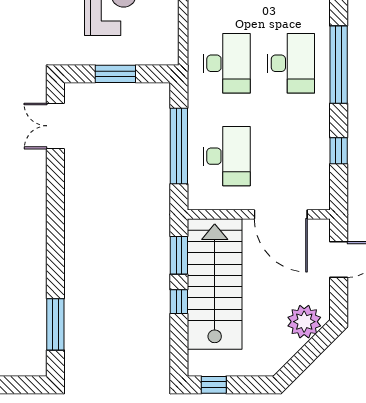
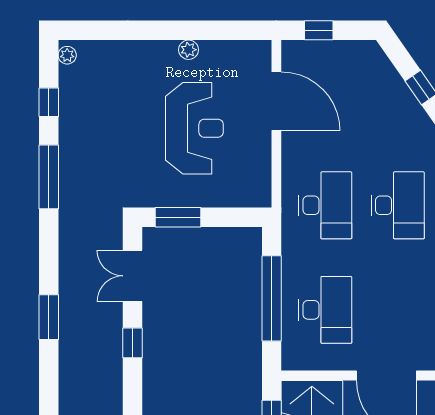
window: (115, 74) -> (178, 217), moved
window: (55, 185) -> (133, 343), added

